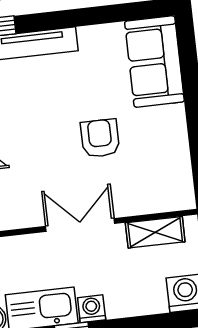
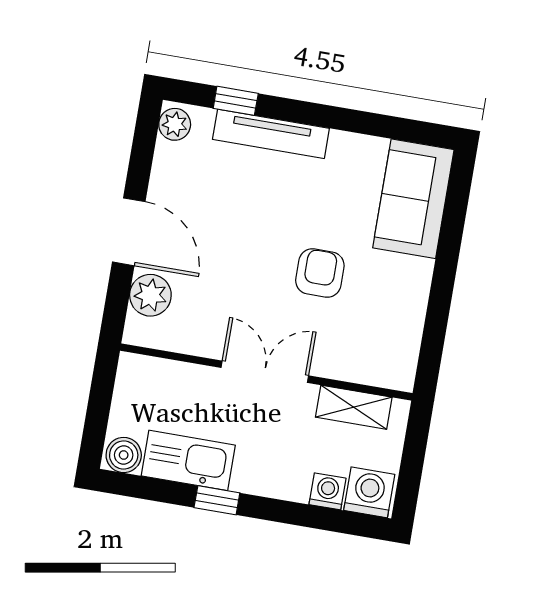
washing machine: (92, 309) -> (328, 491), moved

